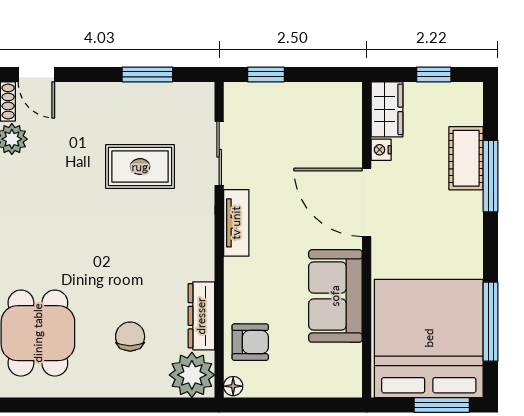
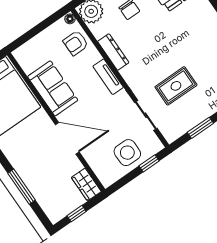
side table: (288, 115) -> (127, 153), added
nightstand: (381, 150) -> (77, 165), removed
cot: (466, 158) -> (37, 187), removed
tv unit: (236, 223) -> (108, 77), moved
dresser: (201, 316) -> (113, 52), moved

